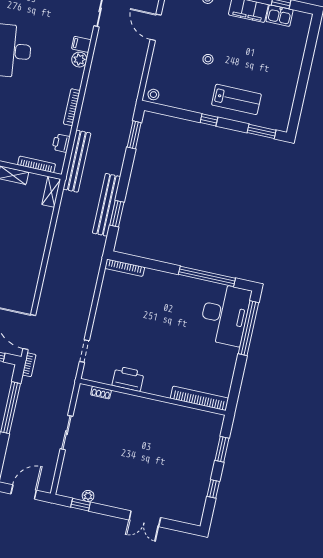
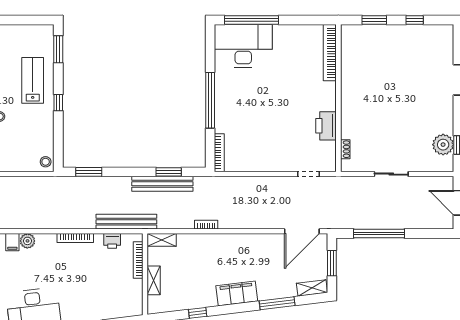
window: (207, 276) -> (210, 100), moved
bookcase: (29, 365) -> (206, 225), moved
plant: (88, 496) -> (443, 145), width x1.87, depth x1.87

